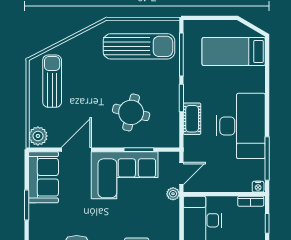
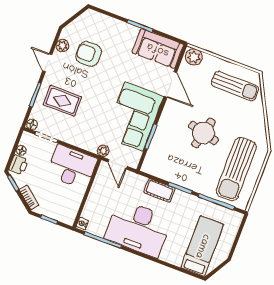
round table: (131, 112) -> (203, 133), moved
bookcase: (251, 201) -> (73, 213), removed

